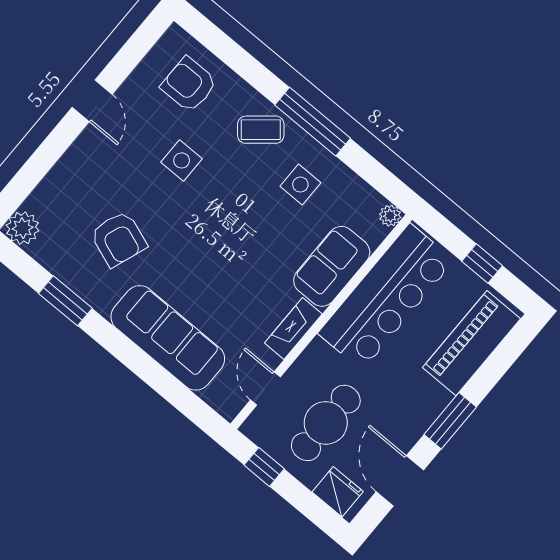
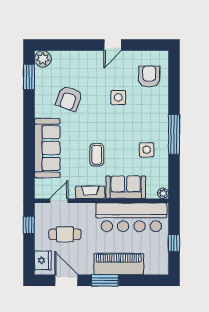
coffee table: (261, 130) -> (97, 155), moved, turned 40
window: (65, 301) -> (29, 77), moved
piano: (471, 343) -> (119, 264), moved
cafe table: (326, 423) -> (65, 234), width x0.73, depth x0.74
door: (400, 481) -> (66, 280), hinge flipped

